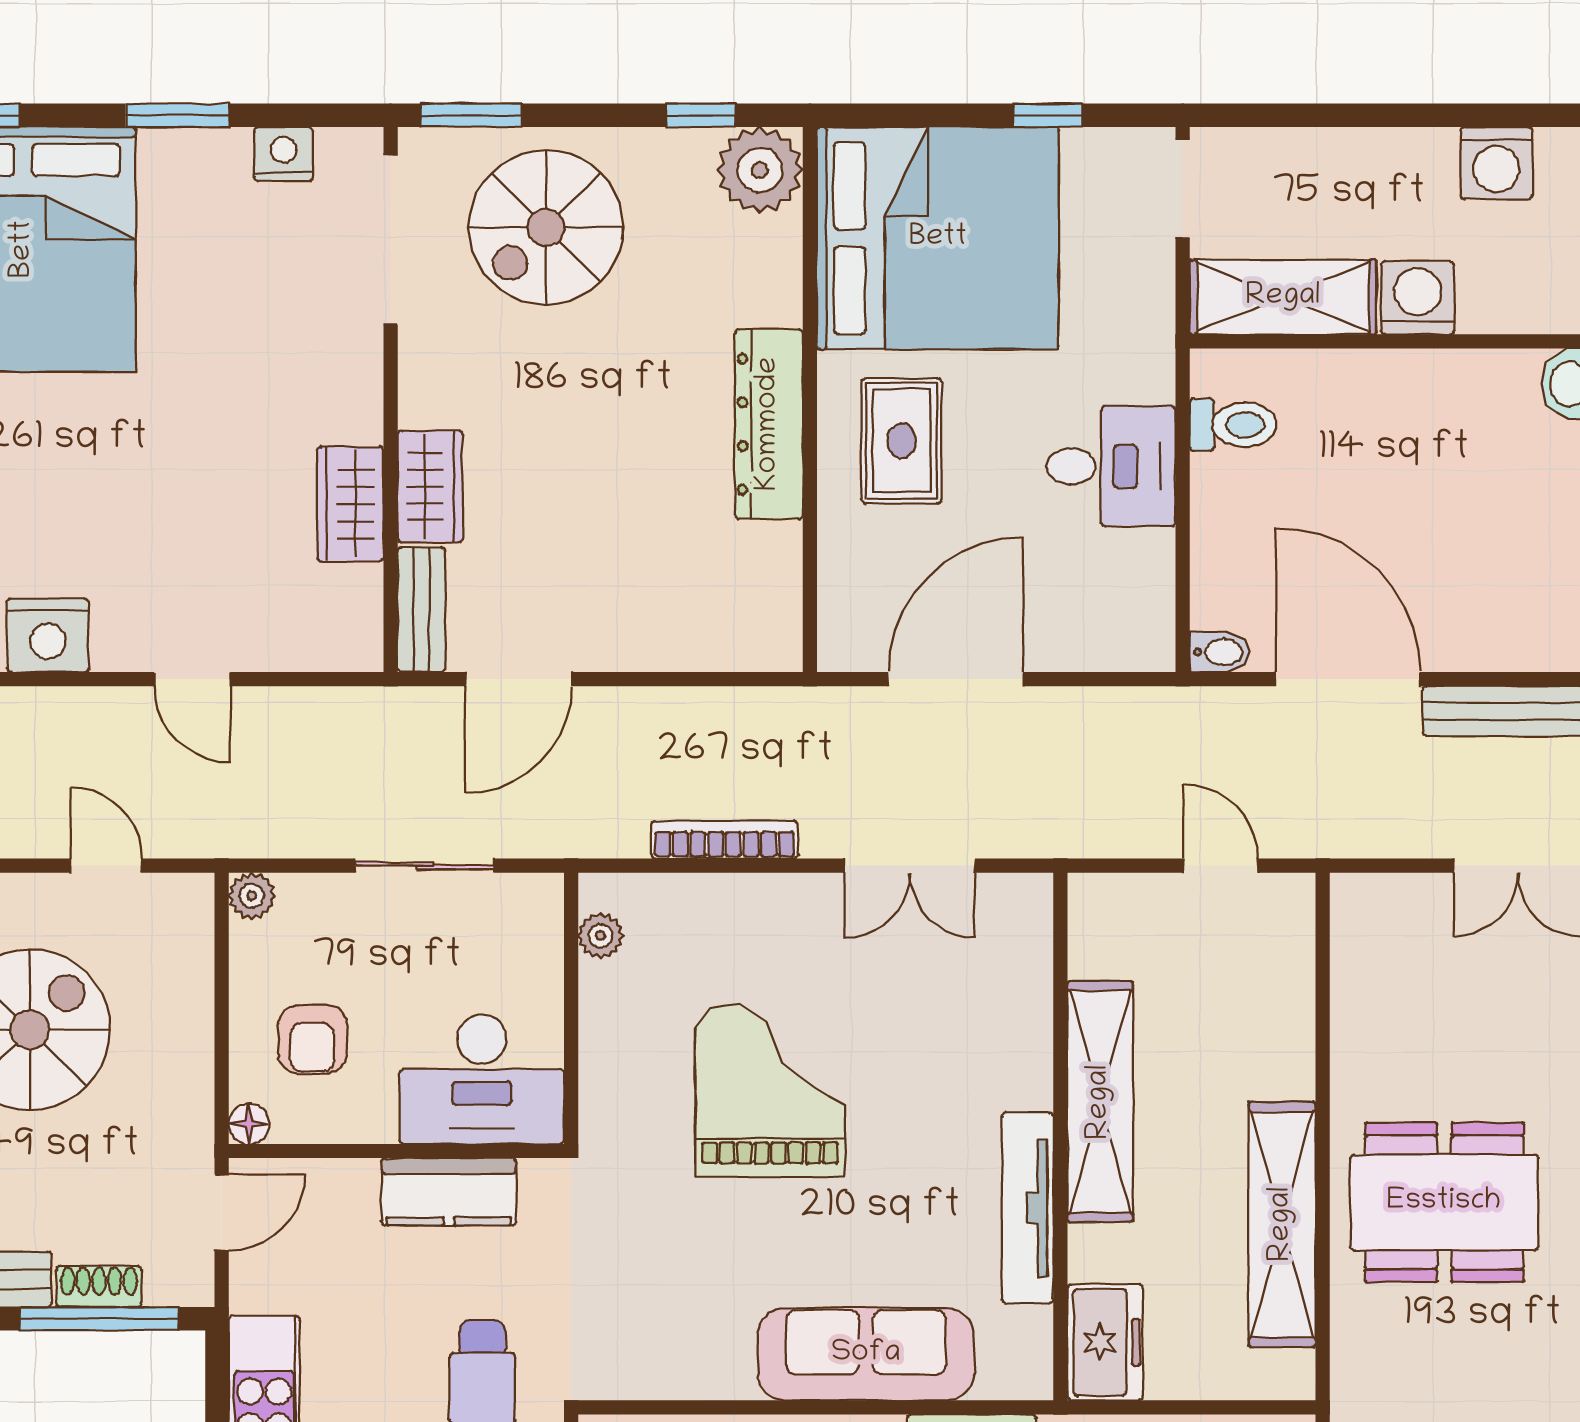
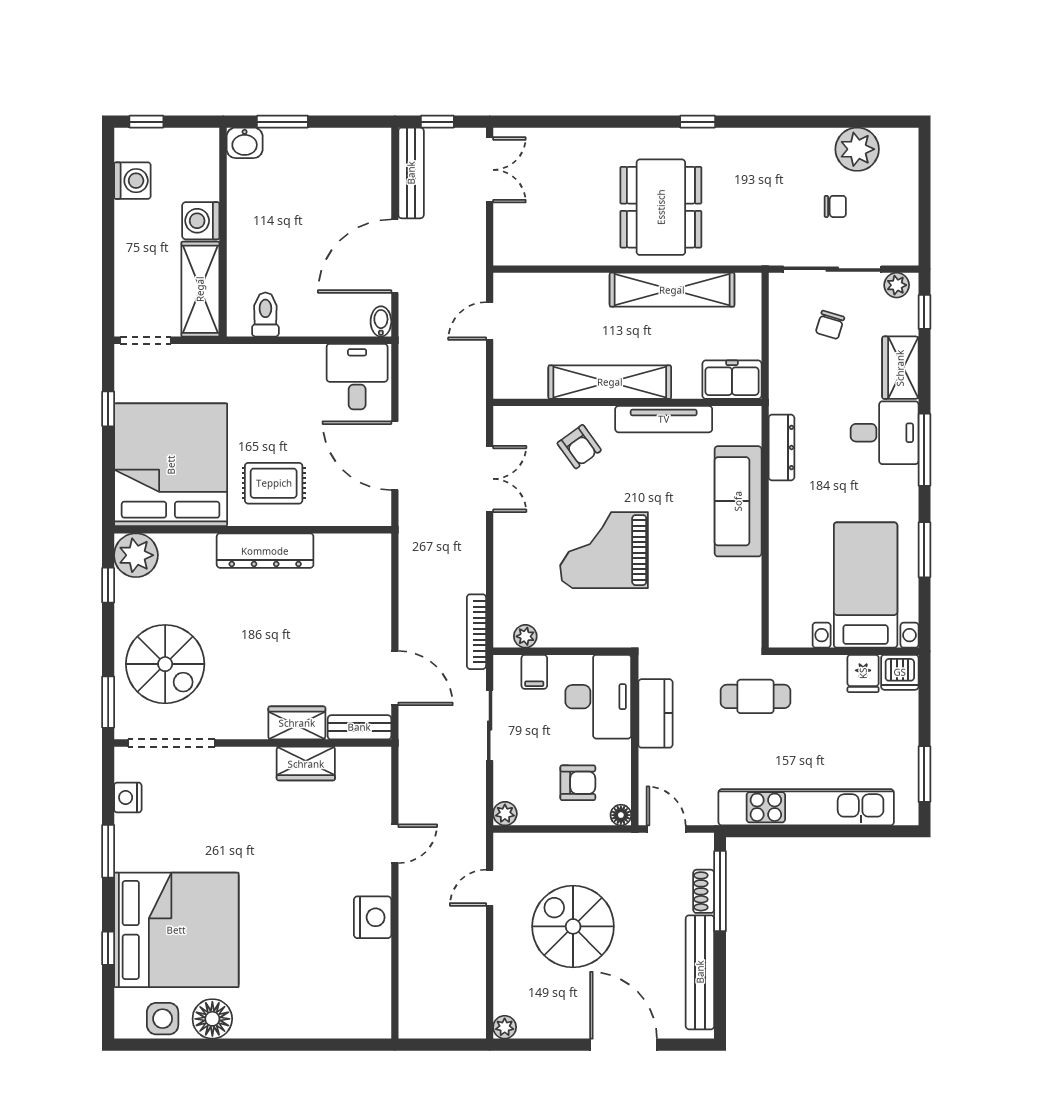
desk: (1111, 466) -> (357, 377), moved
bookcase: (725, 840) -> (476, 632), moved
filing cabinet: (531, 953) -> (534, 672), added
armchair: (973, 1042) -> (579, 447), added

